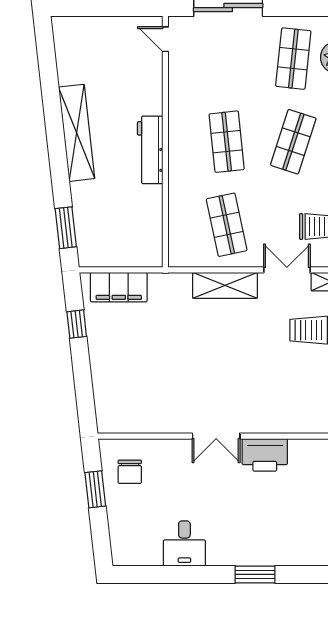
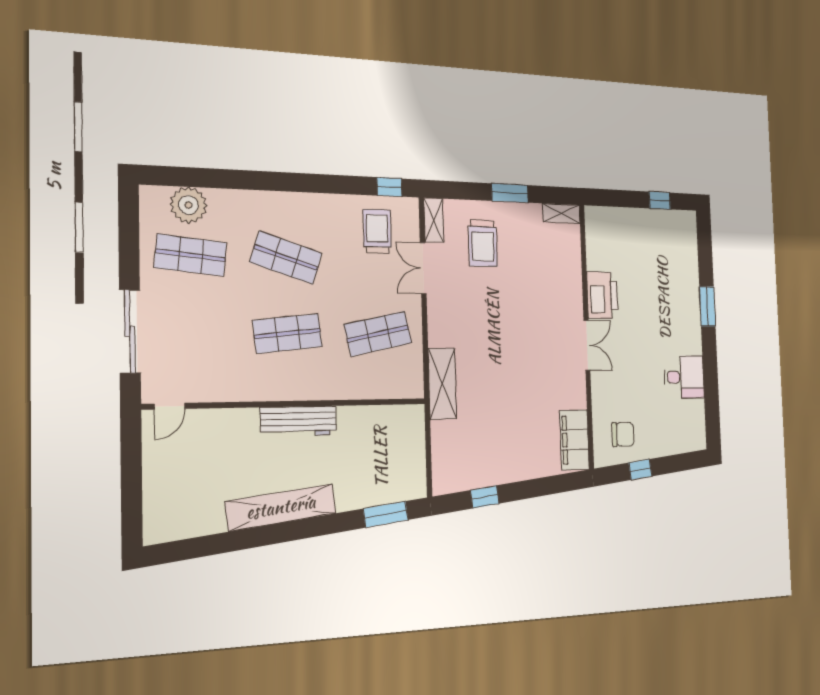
shelving: (225, 285) -> (442, 384), moved
filing cabinet: (119, 287) -> (574, 440), moved, turned 180
window: (95, 489) -> (640, 469), width x0.67

